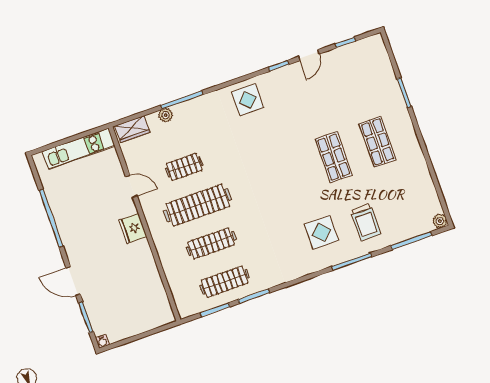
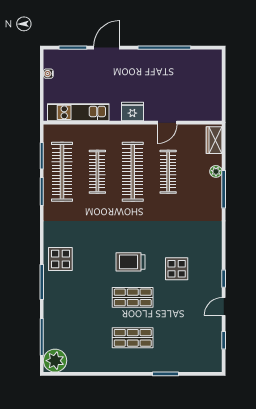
door: (309, 55) -> (224, 307), hinge flipped
display table: (248, 100) -> (177, 269), moved
kitchen unit: (79, 149) -> (78, 112), moved, turned 90
clothes rail: (184, 167) -> (168, 172), width x1.36
plant: (440, 221) -> (55, 361), width x1.87, depth x1.87
trolley: (366, 222) -> (131, 262), moved
display table: (321, 232) -> (60, 259), moved
clothes rail: (225, 282) -> (62, 172), width x1.37, depth x1.31
water cooler: (102, 341) -> (48, 74), moved

